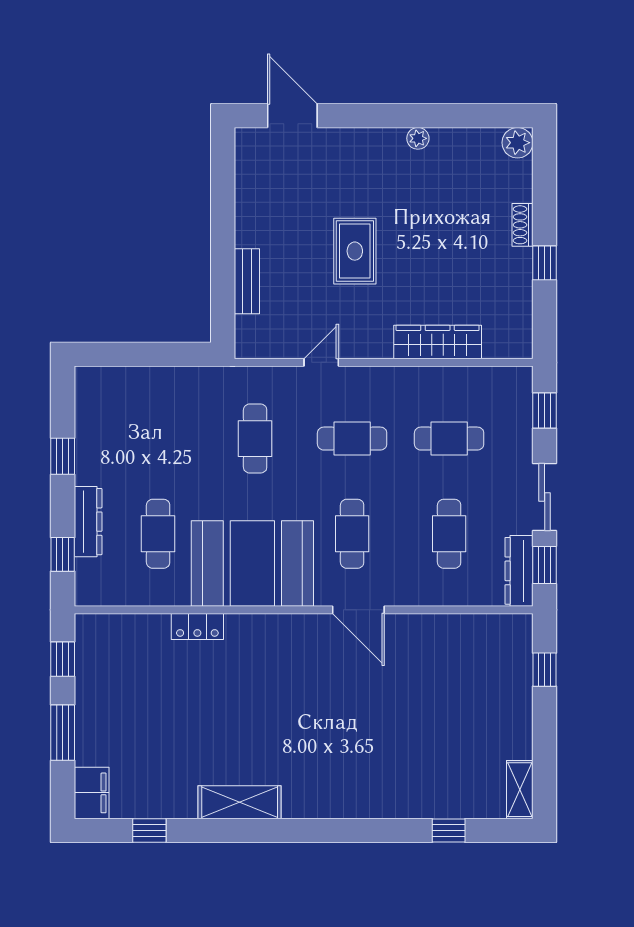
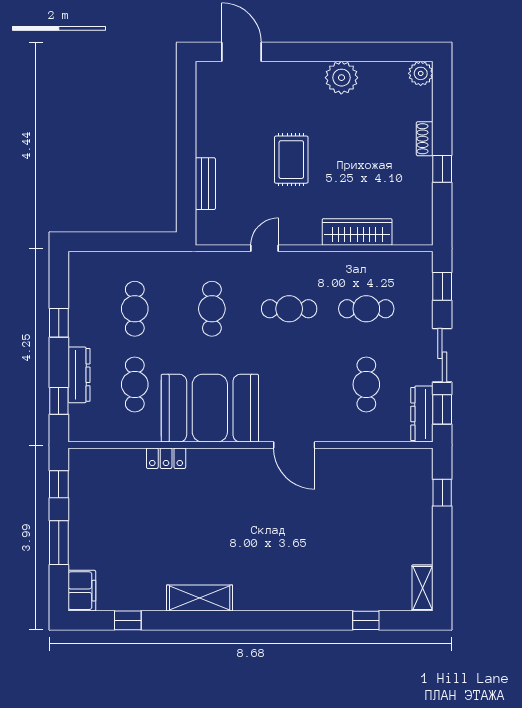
plant: (418, 138) -> (341, 78), width x1.88, depth x1.88
cafe table: (352, 534) -> (135, 309), moved

